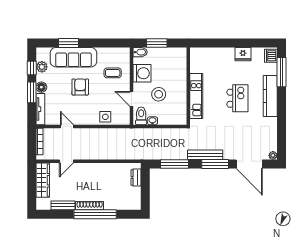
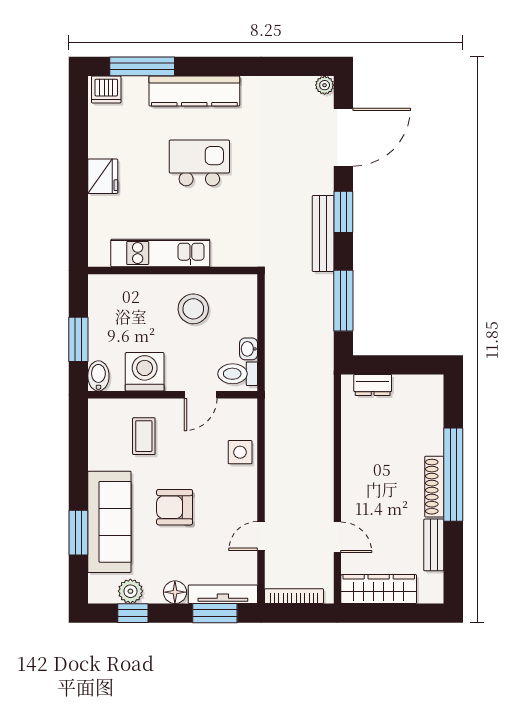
fridge: (243, 54) -> (103, 176), moved
window: (32, 92) -> (215, 613), moved
stool: (159, 94) -> (193, 309), moved
kitchen unit: (196, 96) -> (160, 253), moved
window: (215, 164) -> (343, 212), width x0.69

